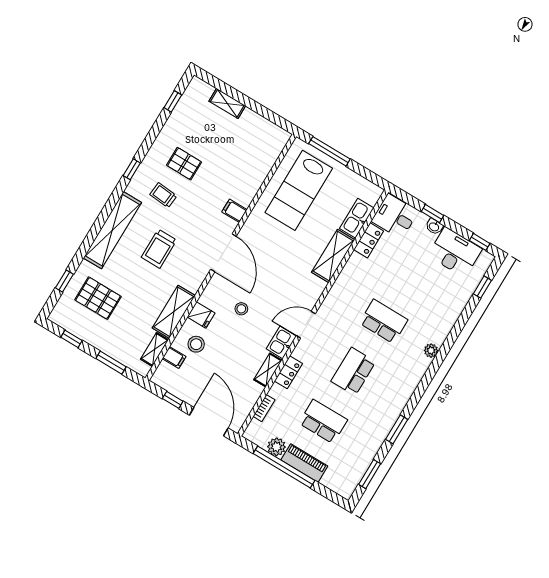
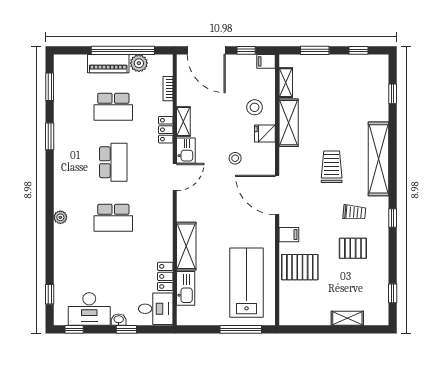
pallet: (98, 298) -> (300, 267), moved
filing cabinet: (174, 357) -> (266, 61), moved

